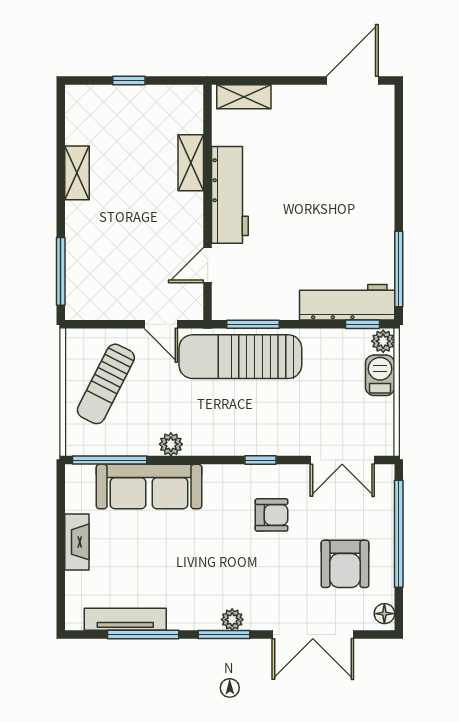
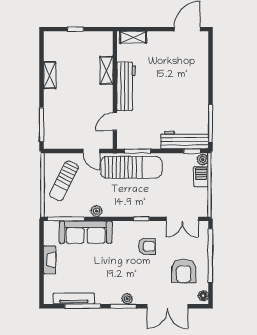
sun lounger: (240, 357) -> (131, 167), turned 180

